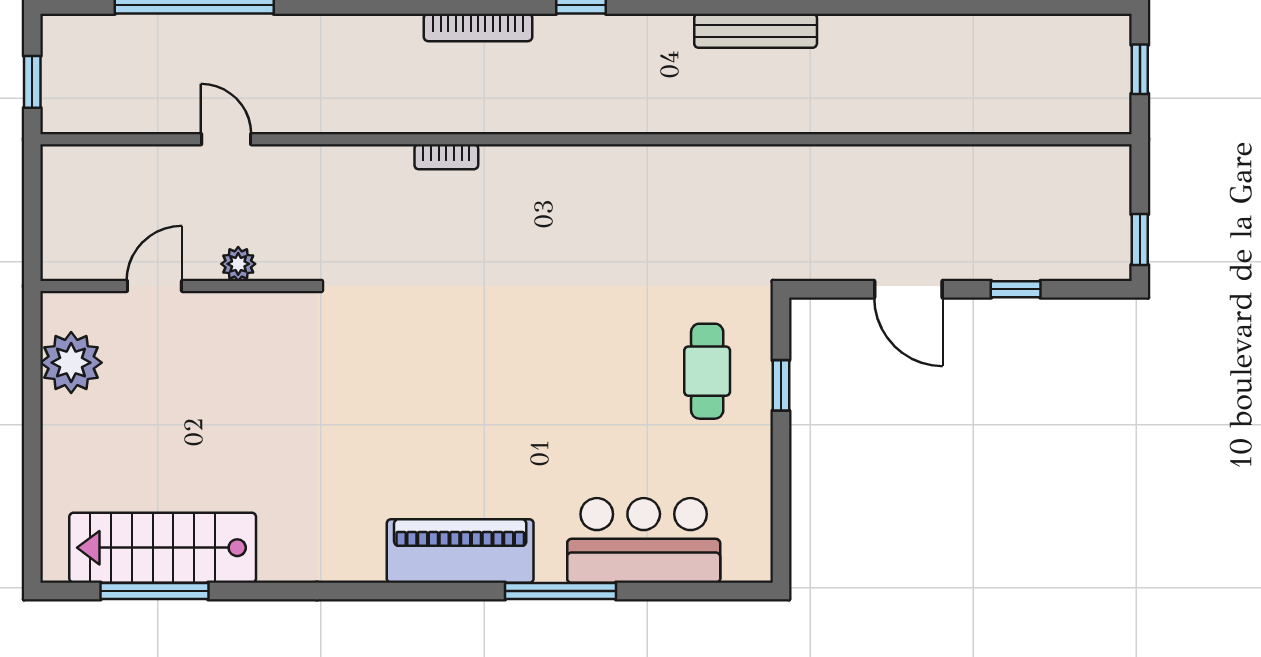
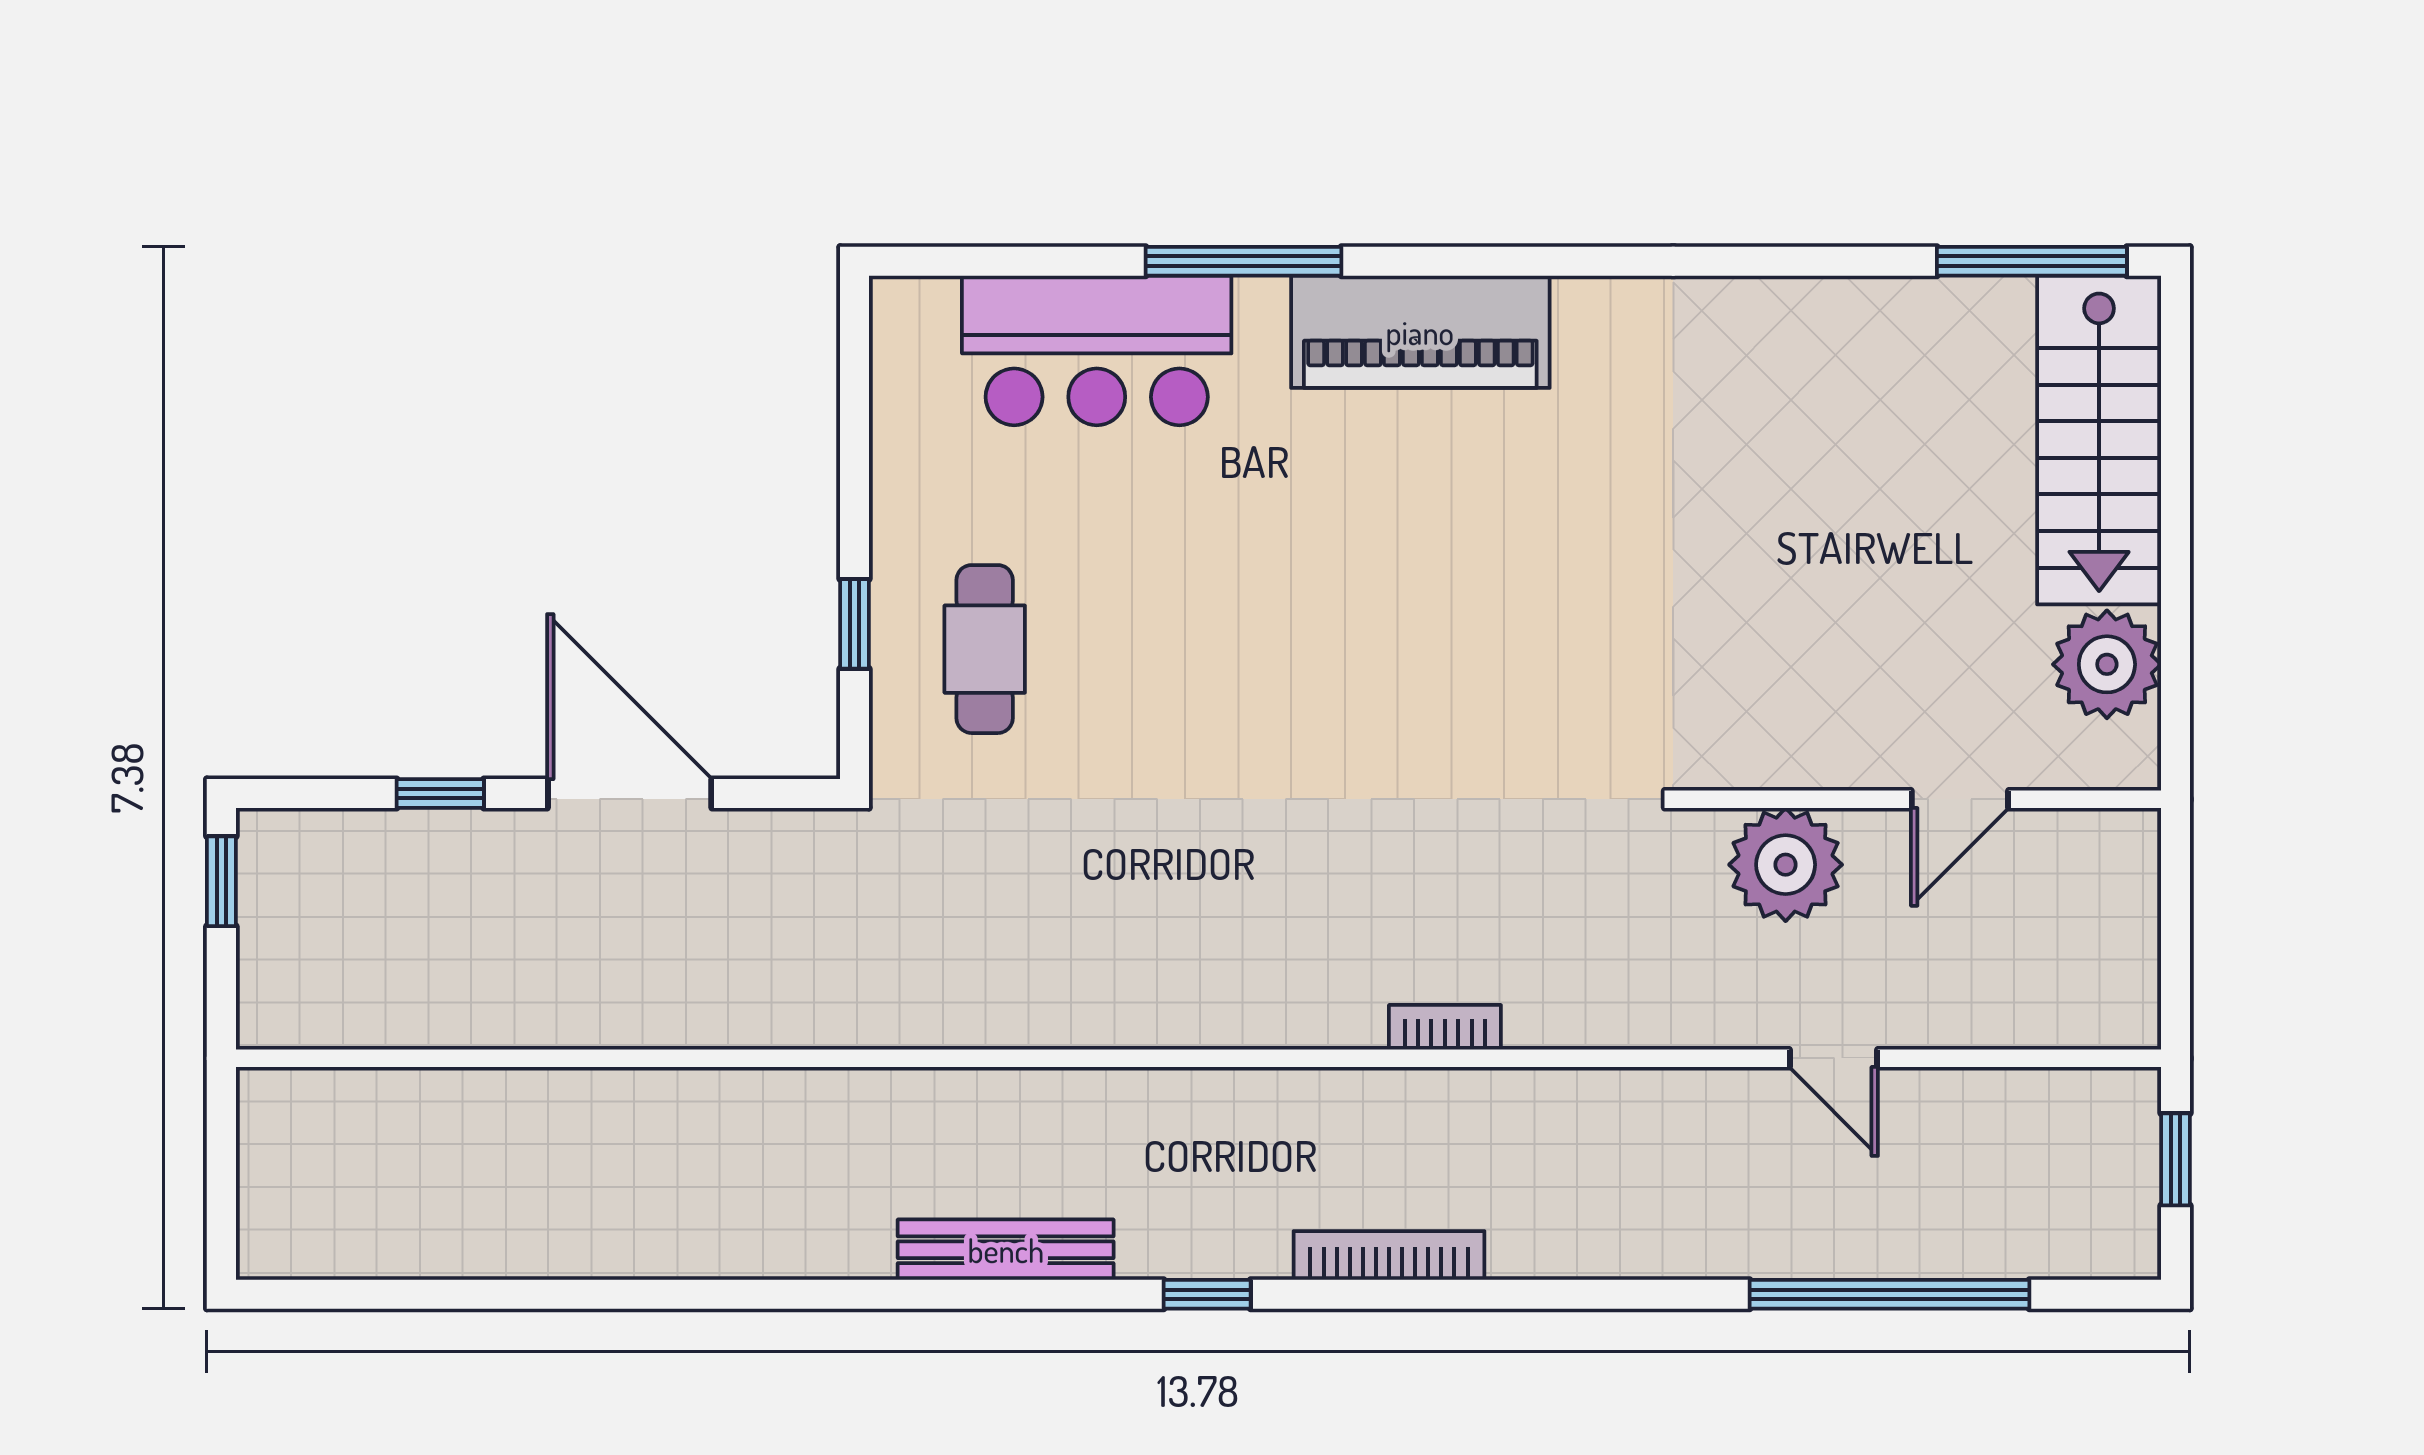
bench: (756, 31) -> (1006, 1250), moved
window: (1140, 69) -> (221, 1182), removed
plant: (238, 264) -> (1786, 865), width x1.88, depth x1.88
door: (908, 289) -> (630, 794), width x1.36
stairs: (163, 548) -> (2099, 440), moved, turned 90
window: (154, 591) -> (2032, 261), moved

